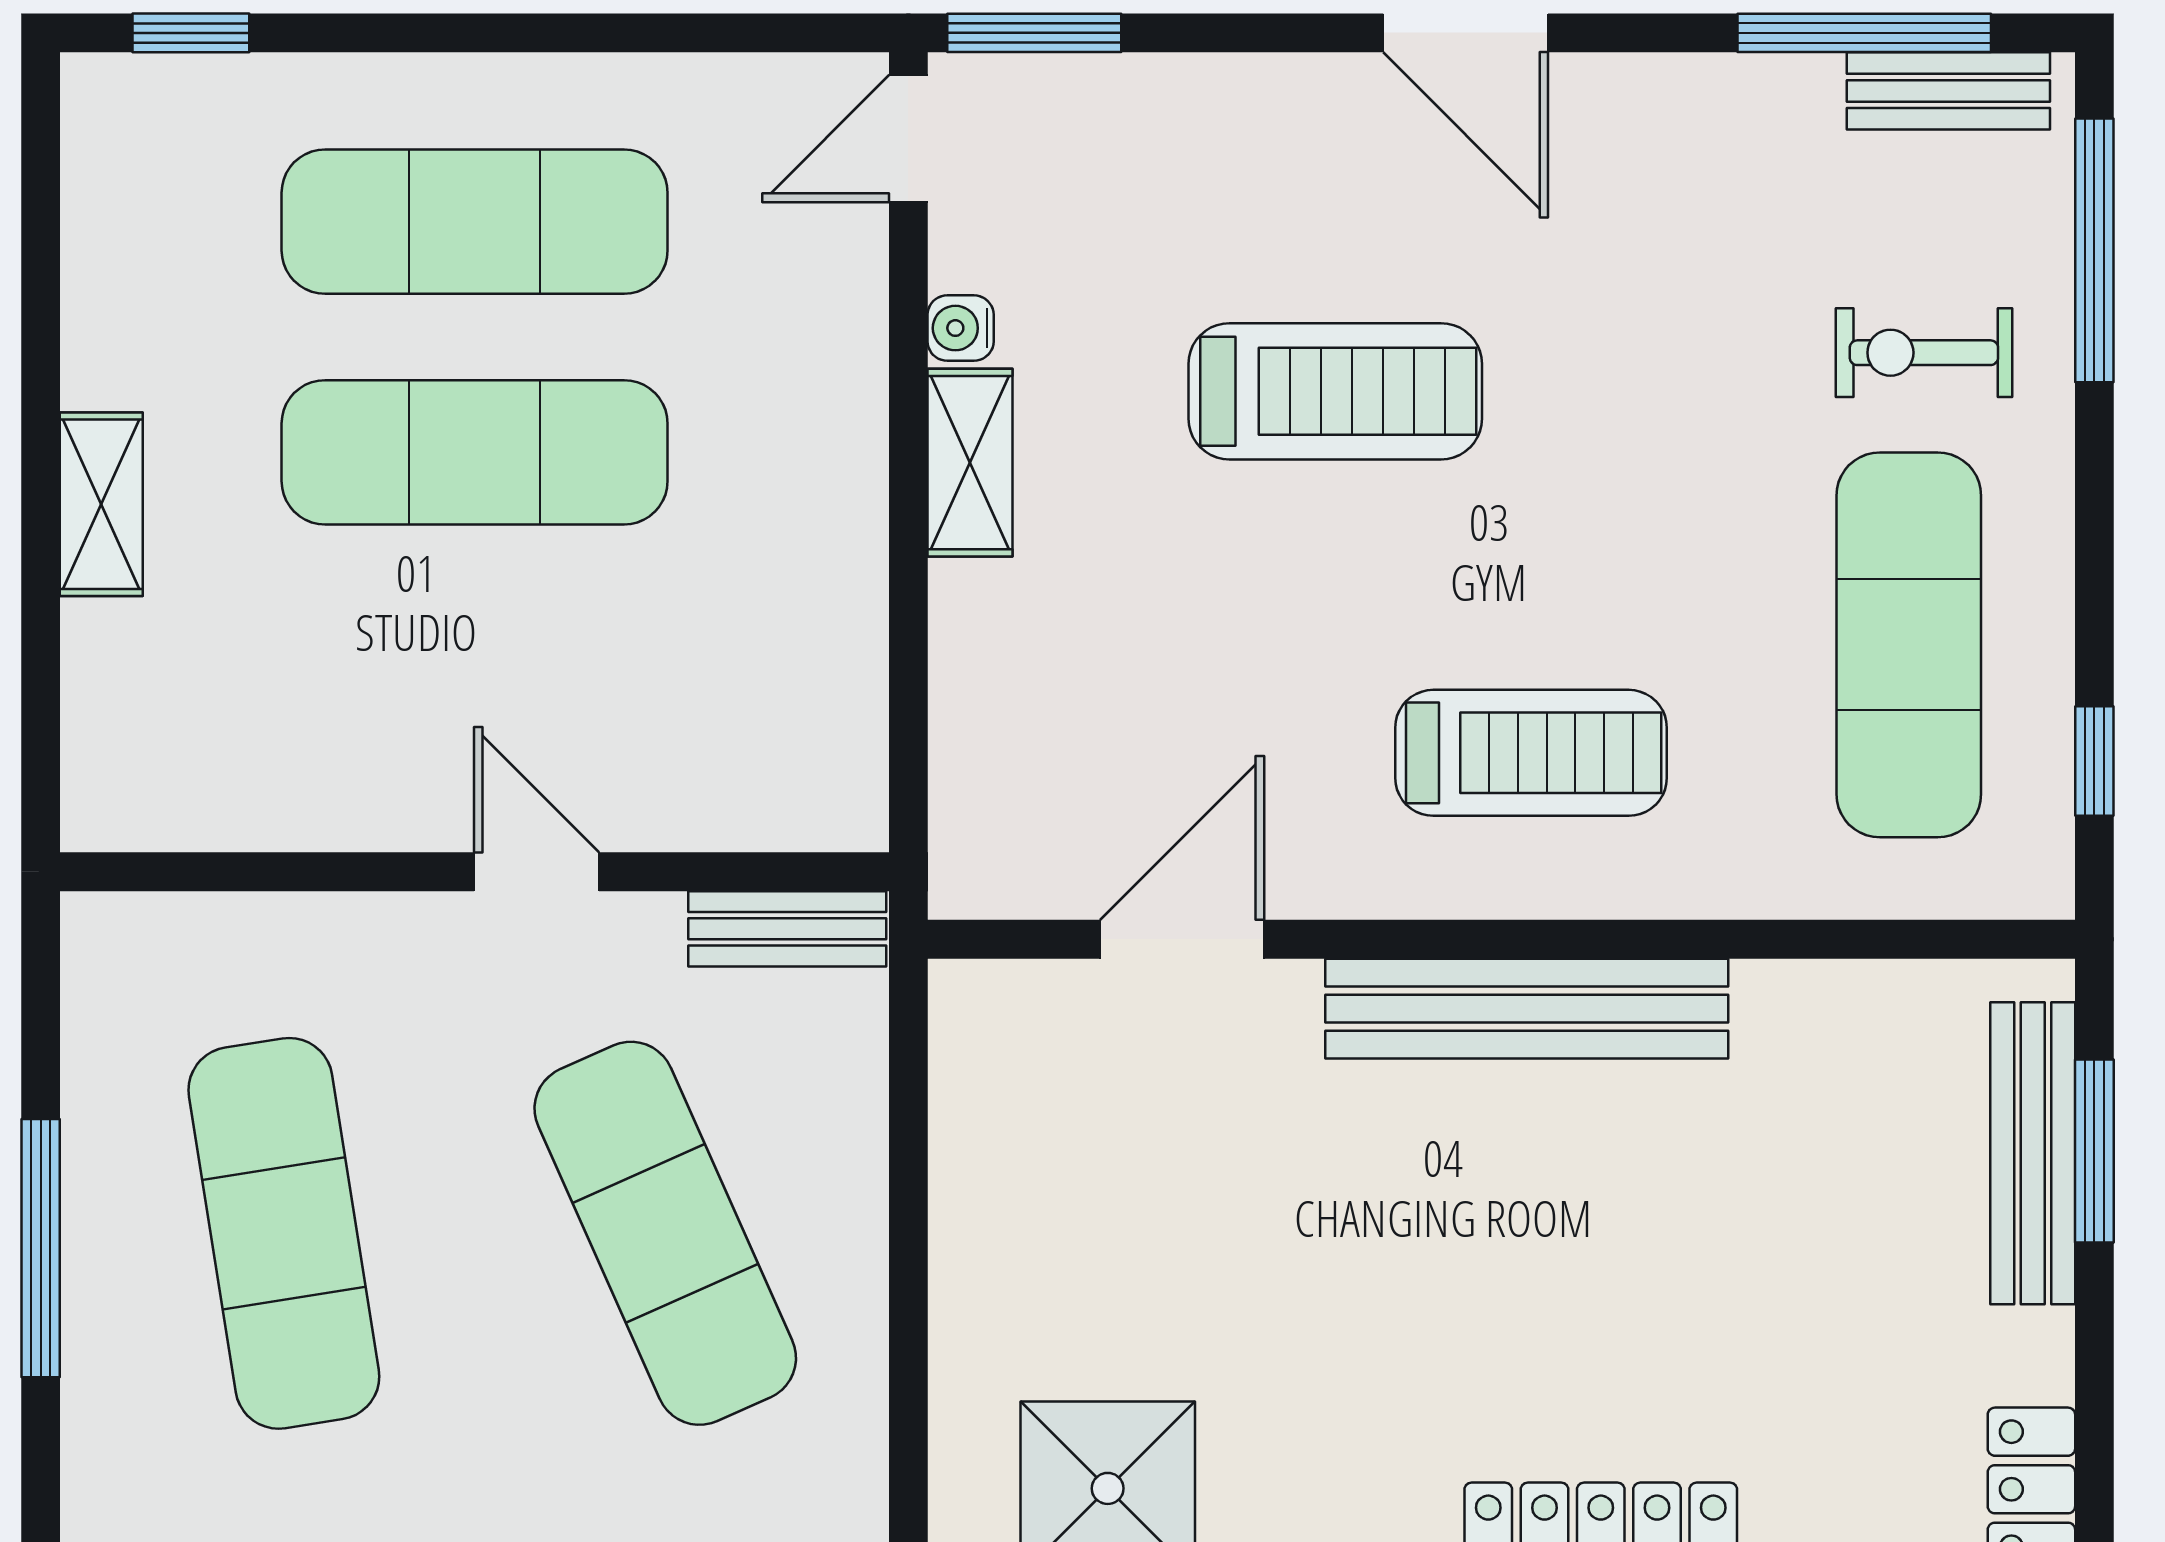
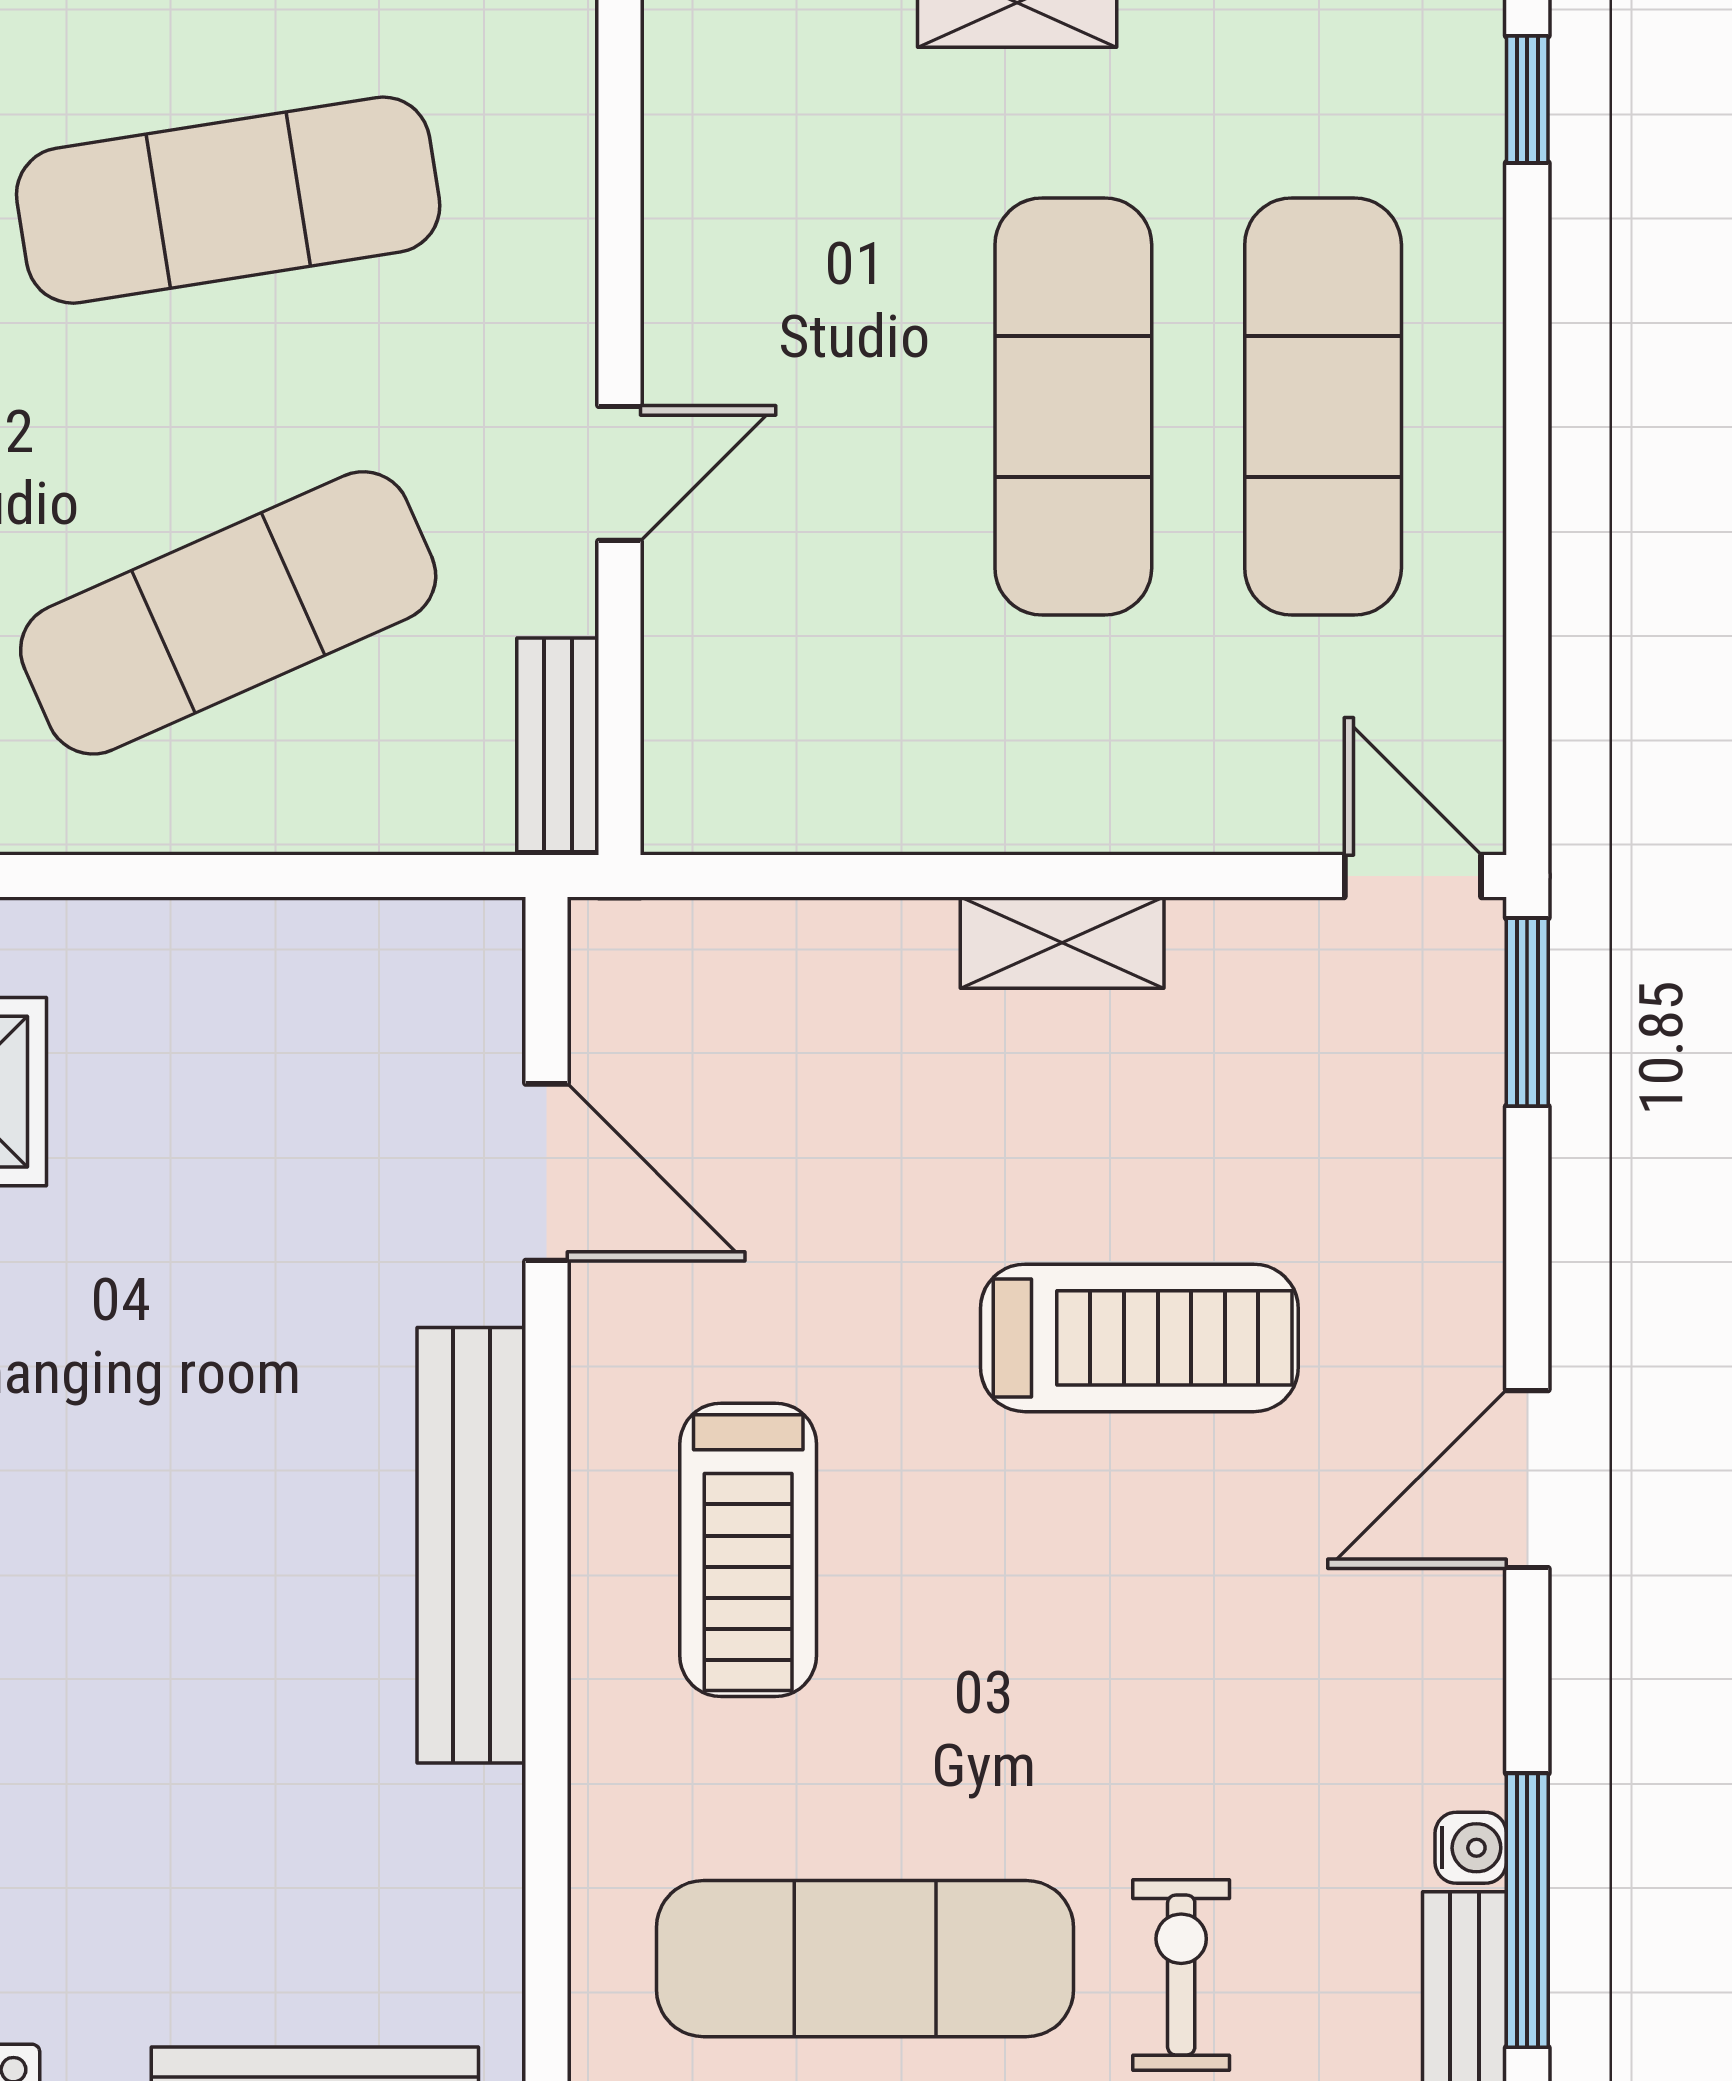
water cooler: (961, 328) -> (1471, 1848), moved, turned 90
treadmill: (1335, 391) -> (1139, 1338), turned -90

